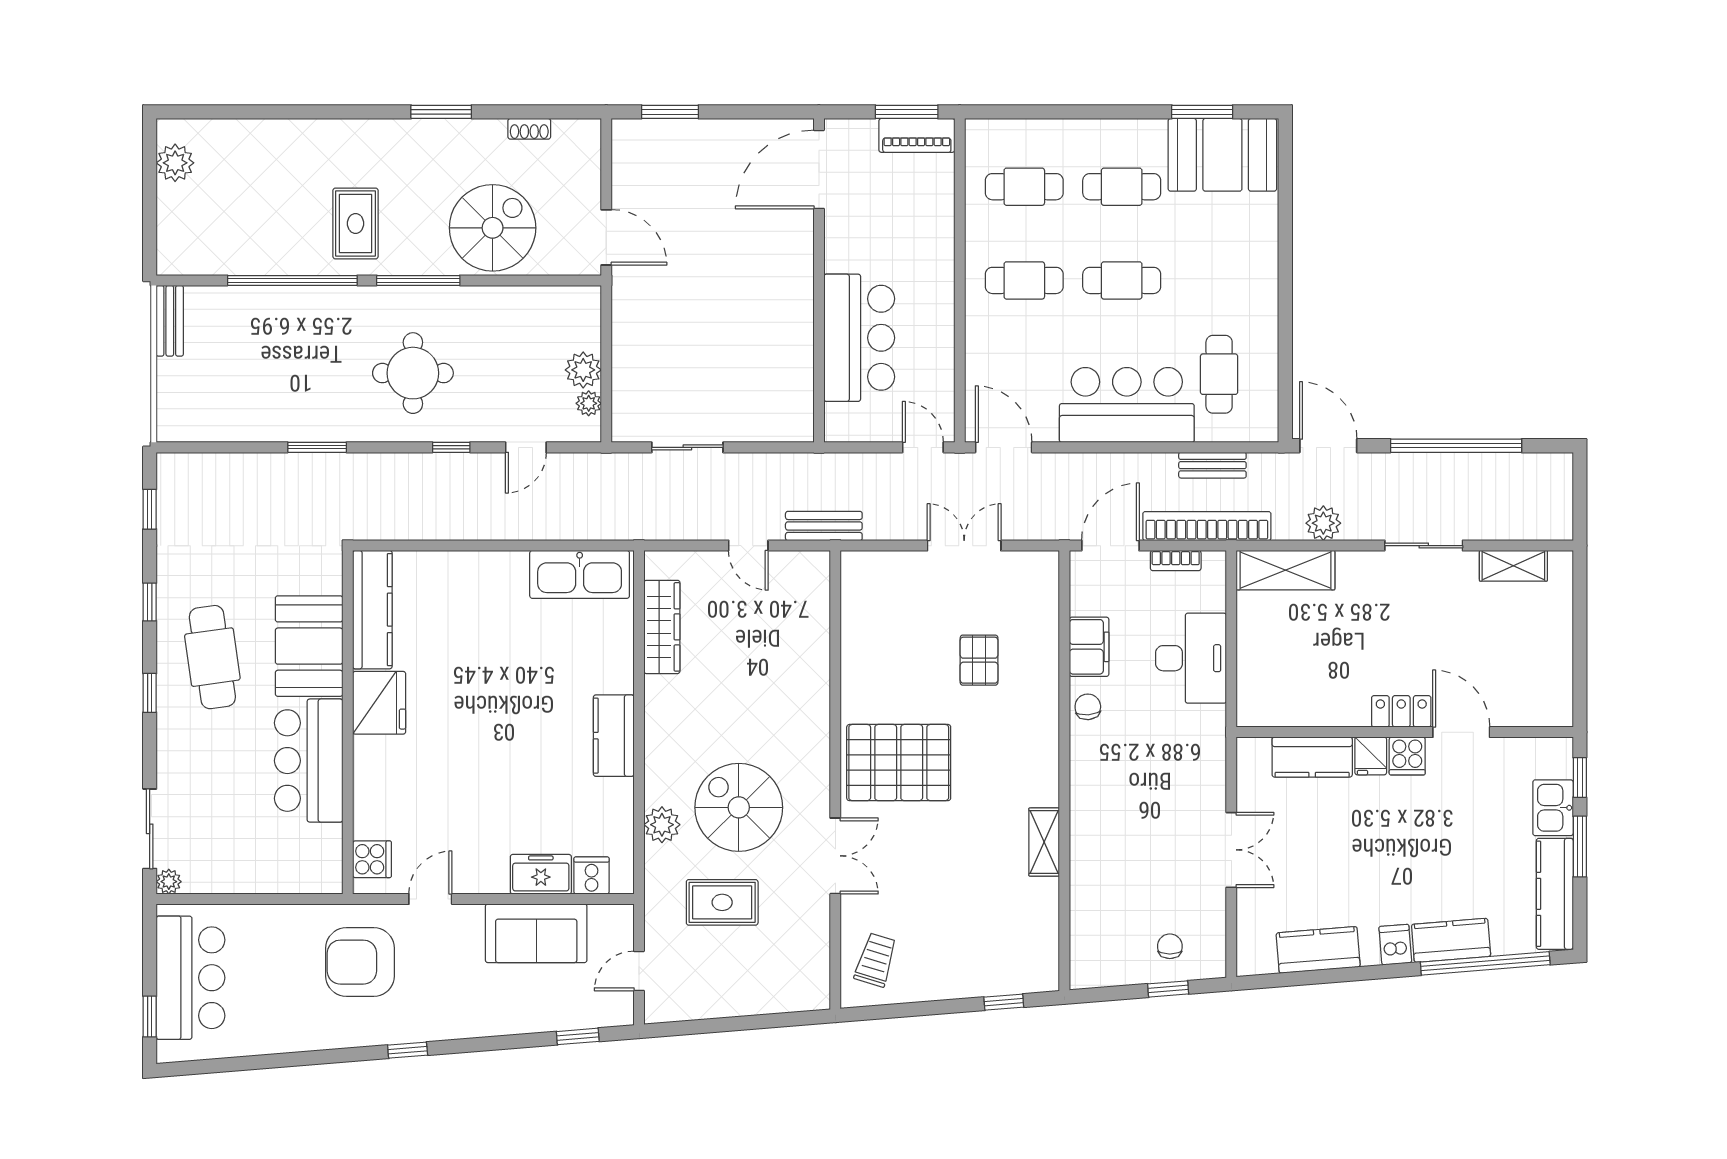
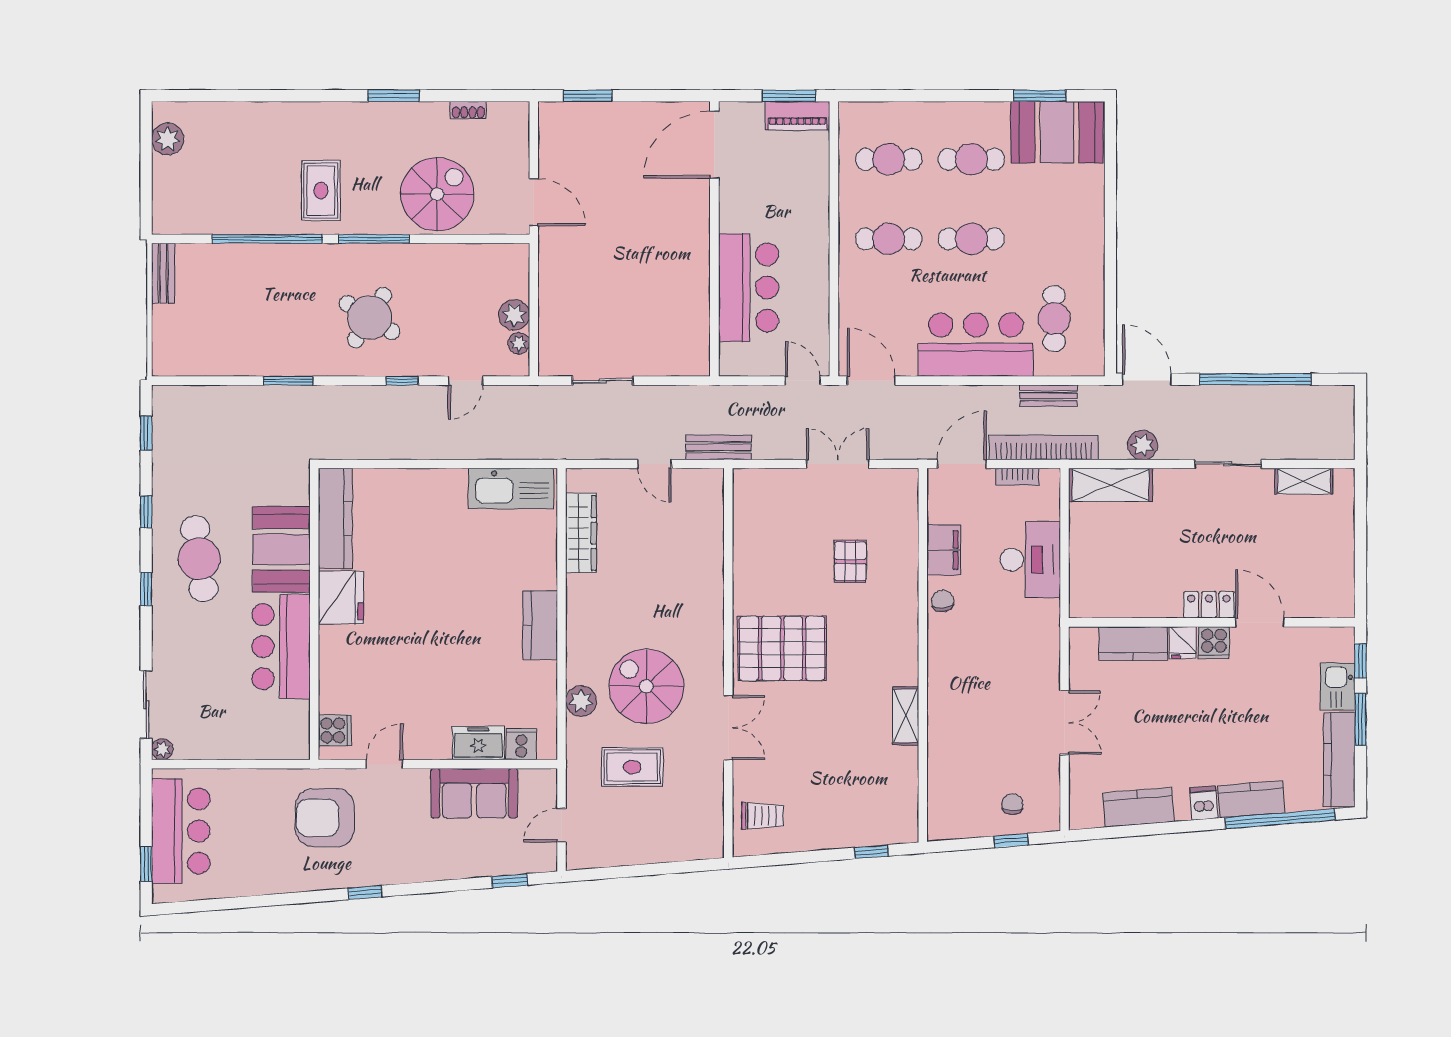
round table: (413, 373) -> (370, 318), turned 32
trolley: (876, 960) -> (763, 816), turned 73

